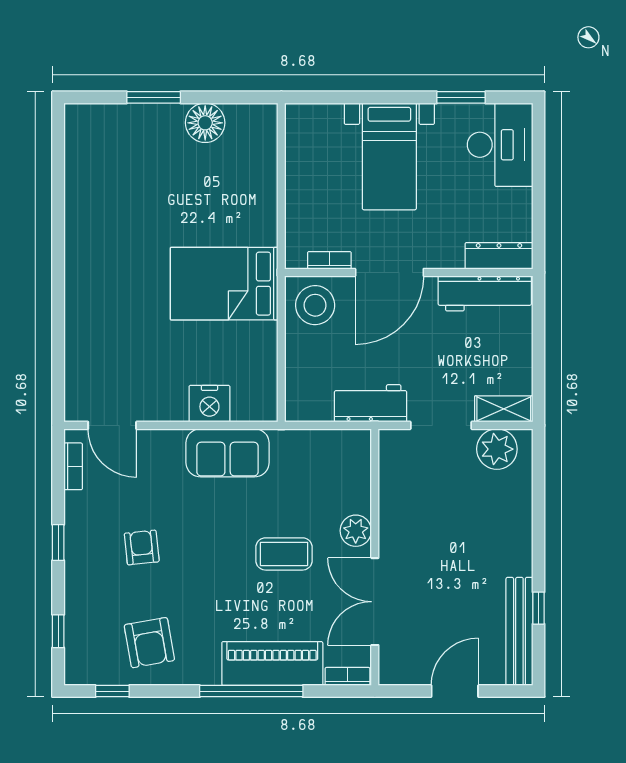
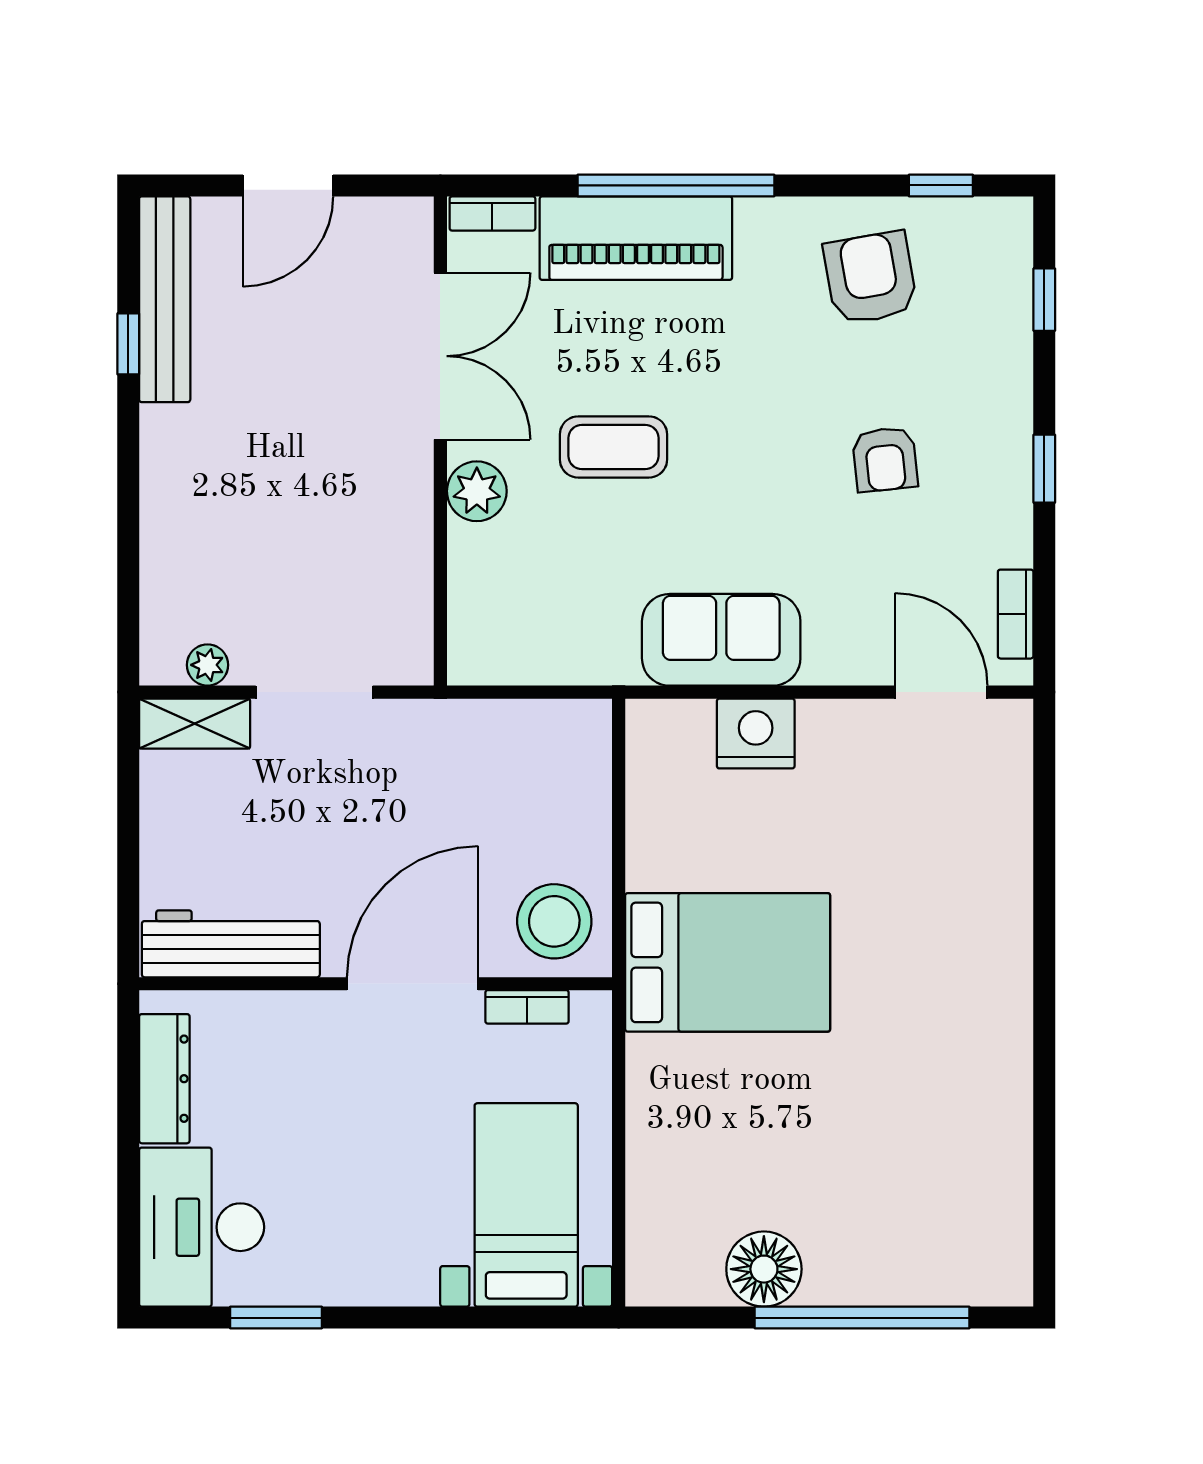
window: (154, 97) -> (862, 1318), width x2.11
bed with nightstands: (389, 156) -> (526, 1205), moved
dresser: (499, 256) -> (164, 1079), moved, turned -90
workbench: (371, 403) -> (449, 734), removed
plant: (497, 449) -> (207, 665), width x0.53, depth x0.53

